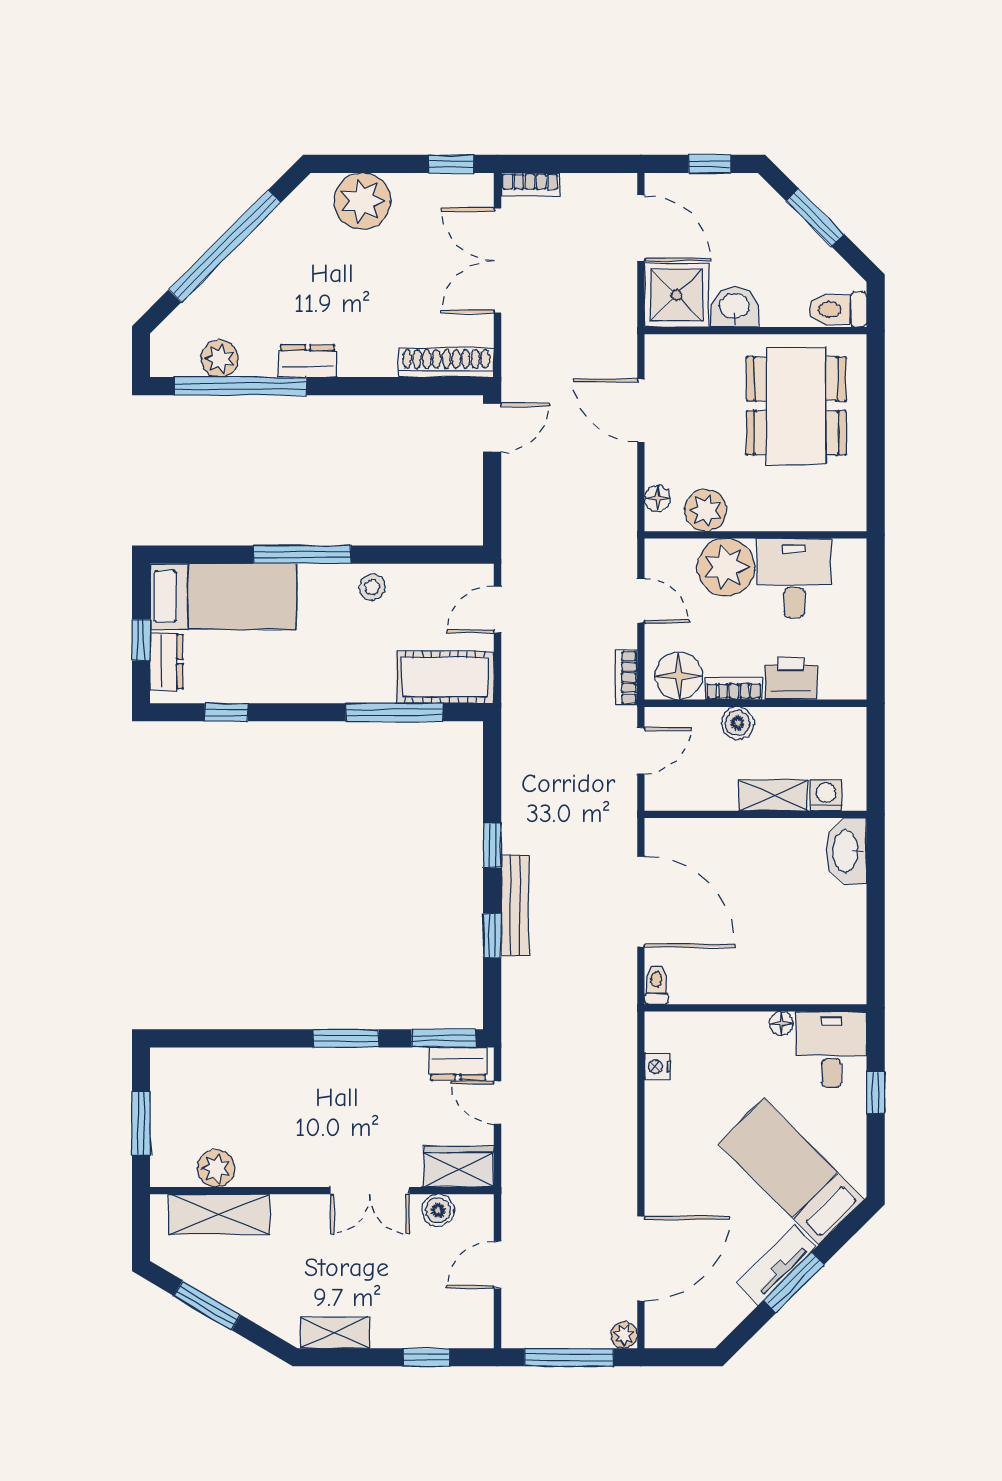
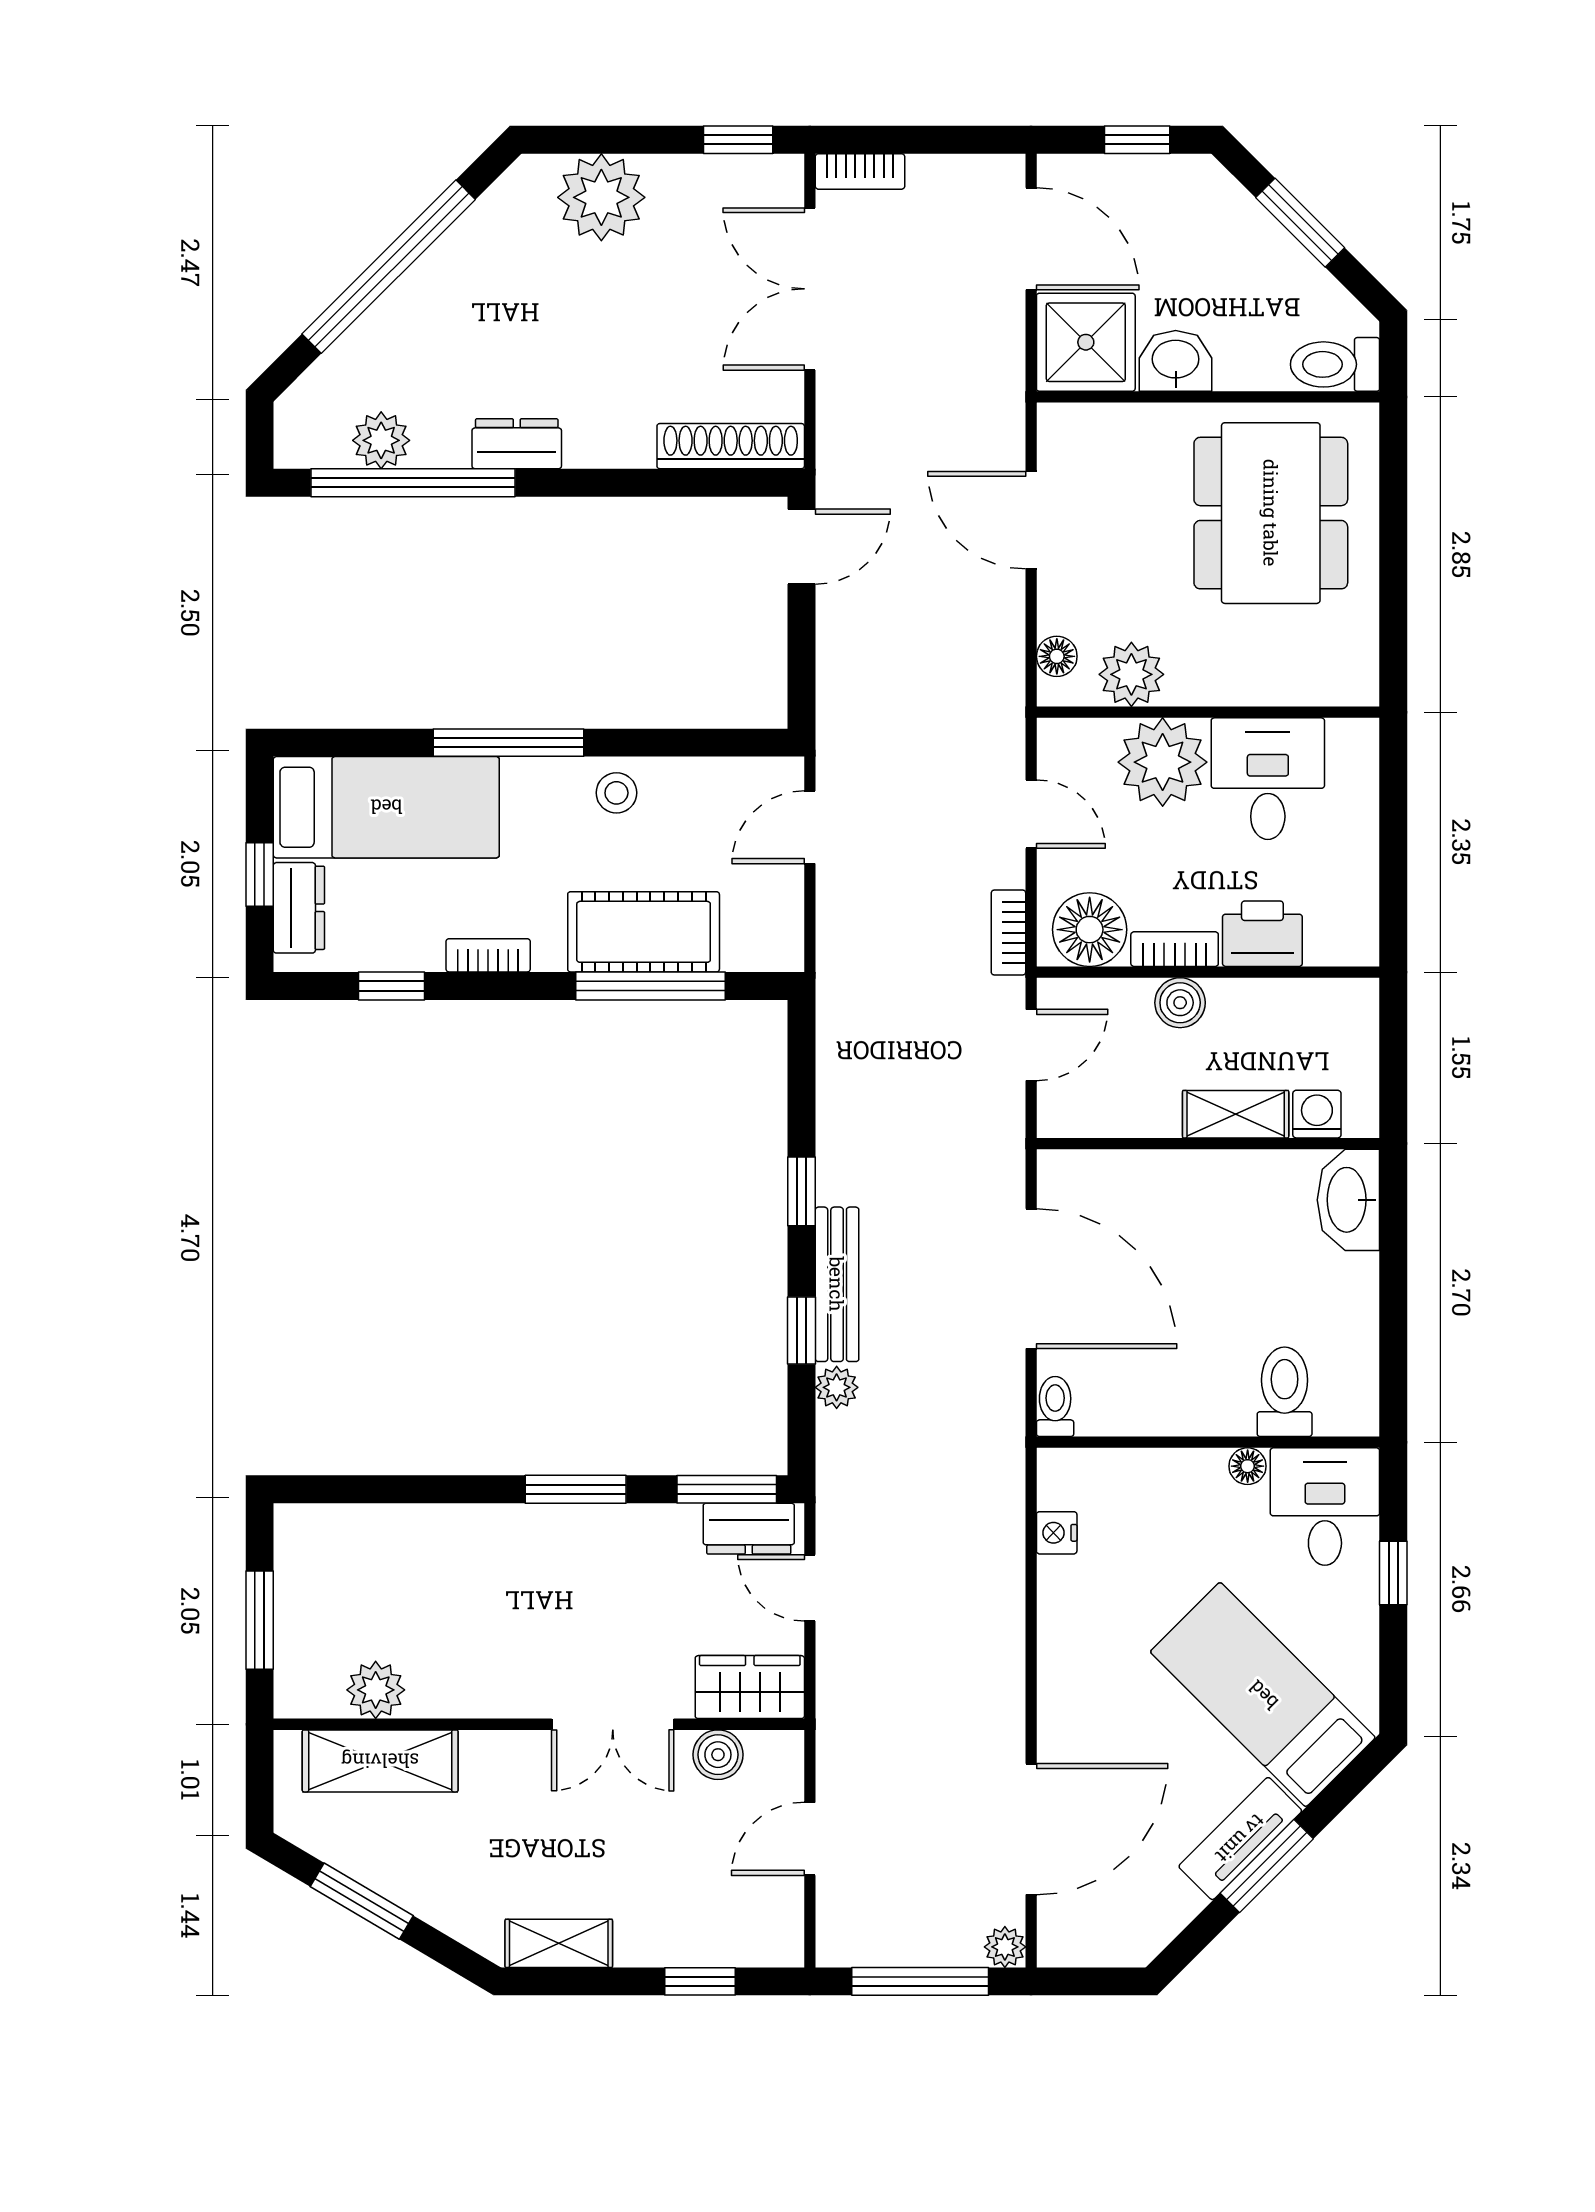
cot: (445, 677) -> (644, 932), moved
bookcase: (289, 692) -> (488, 955), added
plant: (515, 972) -> (837, 1387), added
toilet: (805, 975) -> (1285, 1392), added

